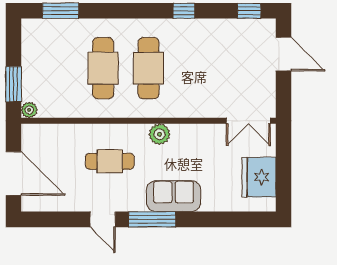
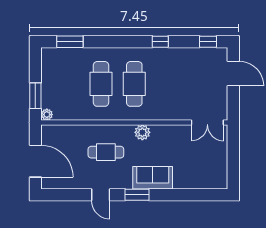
fridge: (259, 177) -> (215, 164), removed
window: (152, 219) -> (137, 195), width x0.69

